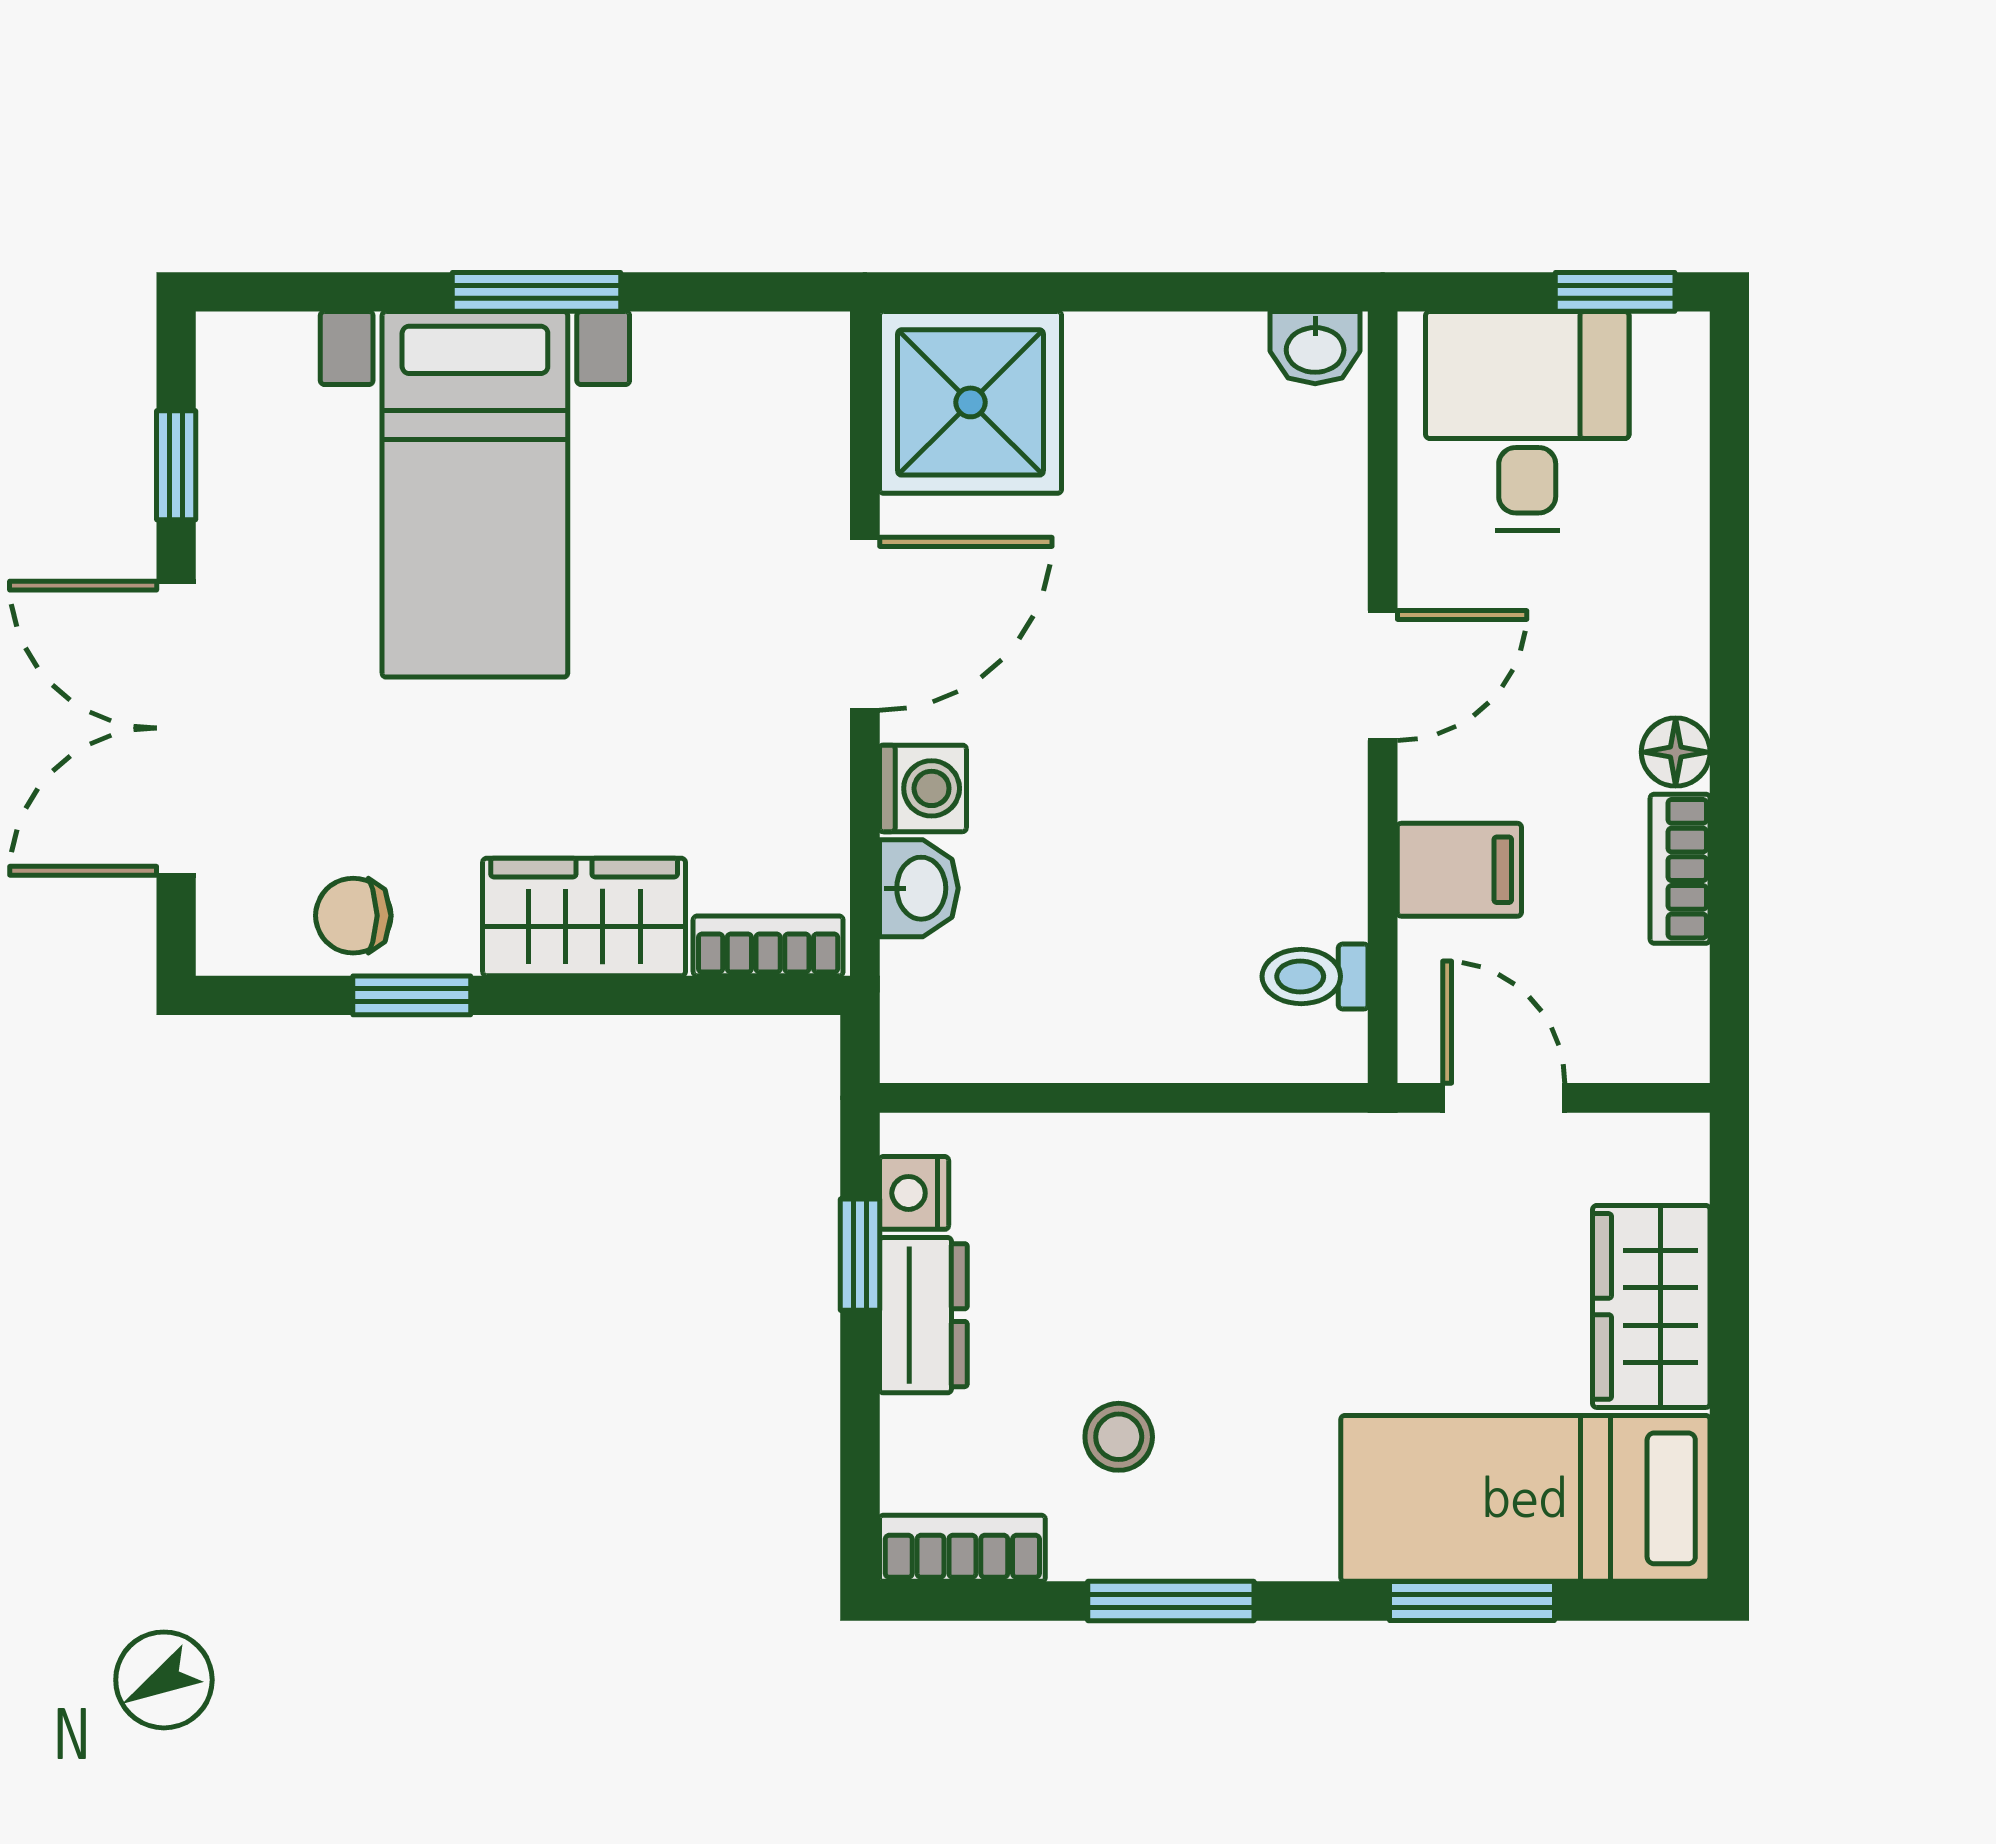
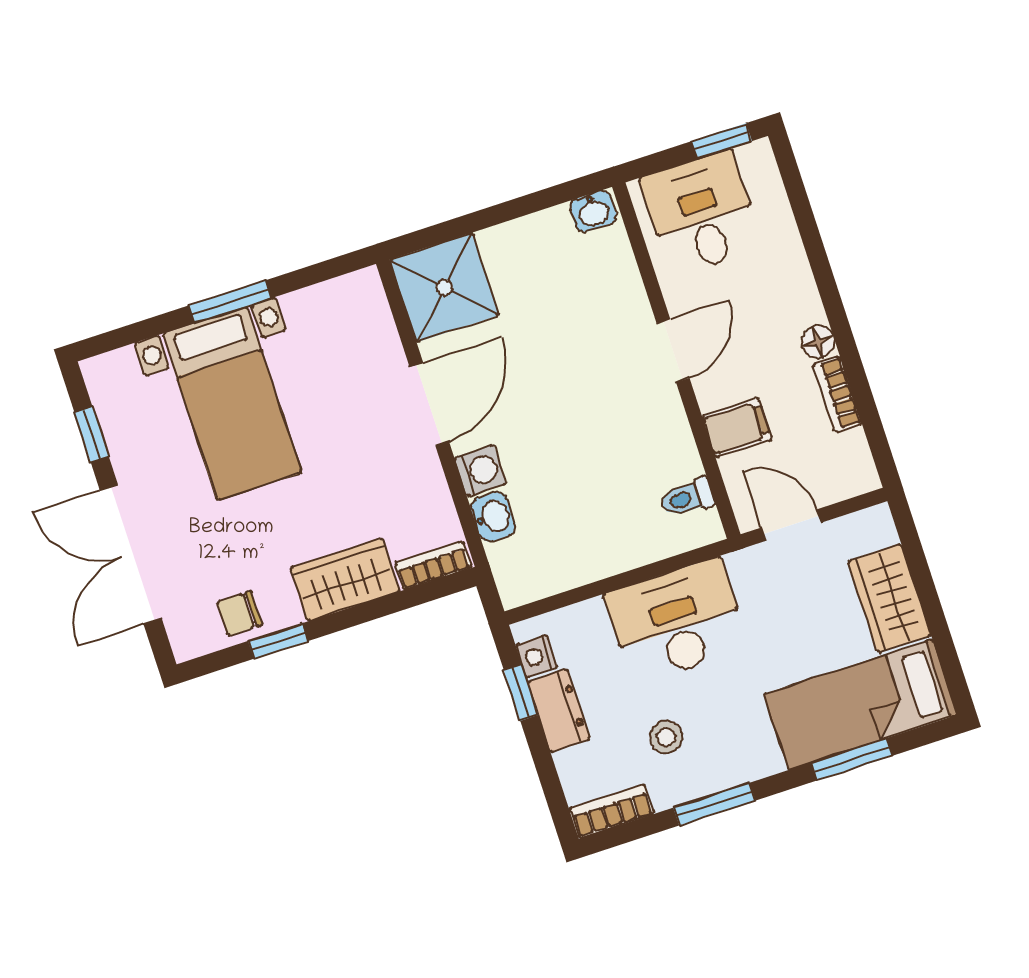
desk: (1214, 1214) -> (676, 621), added

